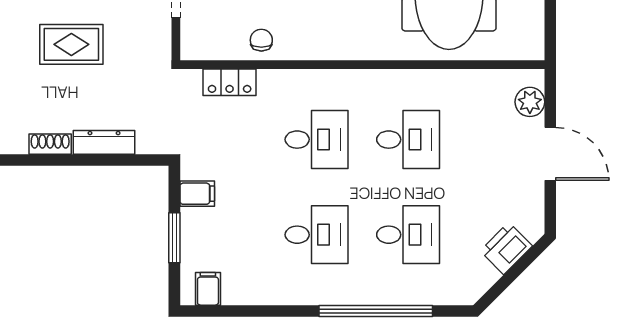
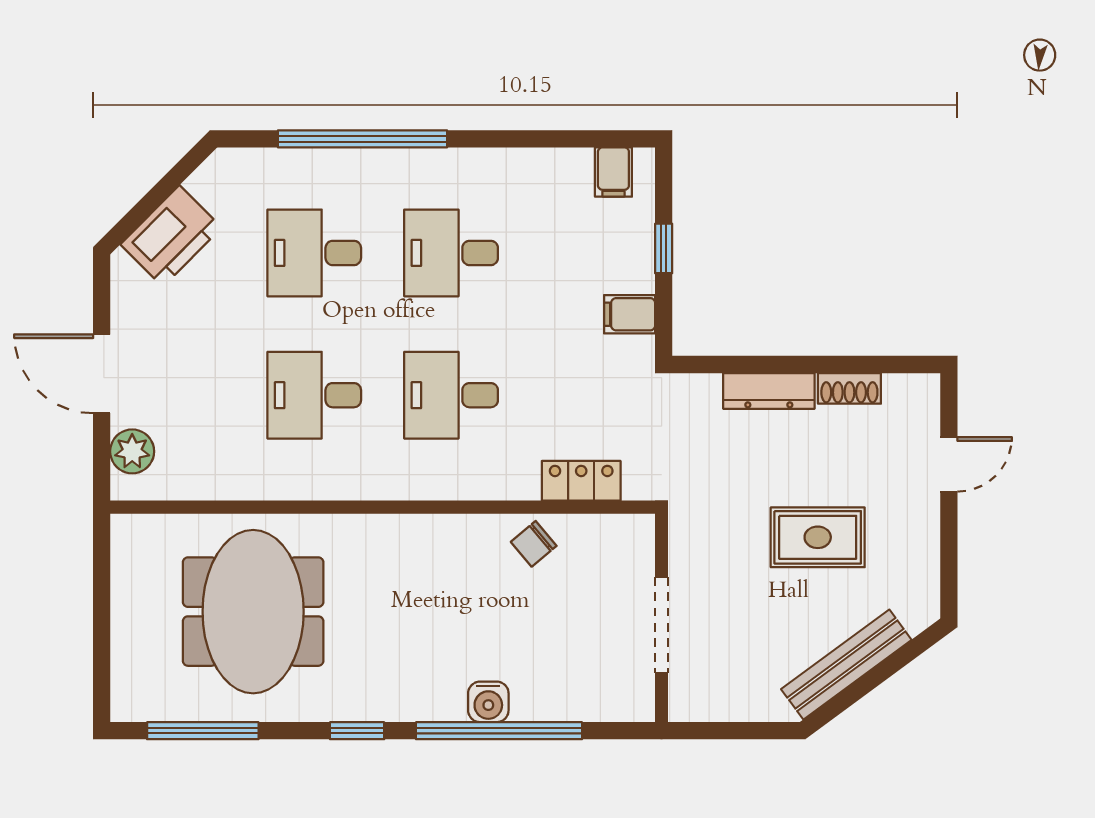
chair: (261, 40) -> (534, 544), turned 50
window: (174, 238) -> (664, 248), width x0.67
printer: (506, 248) -> (171, 236), width x1.37, depth x1.19

